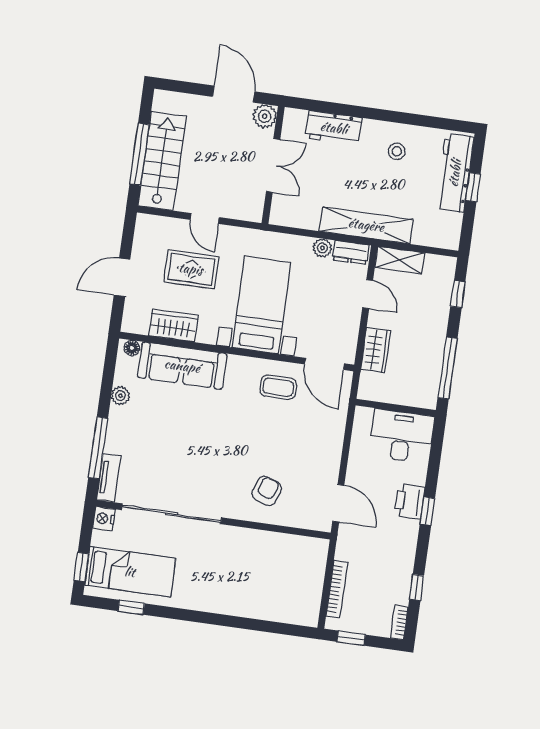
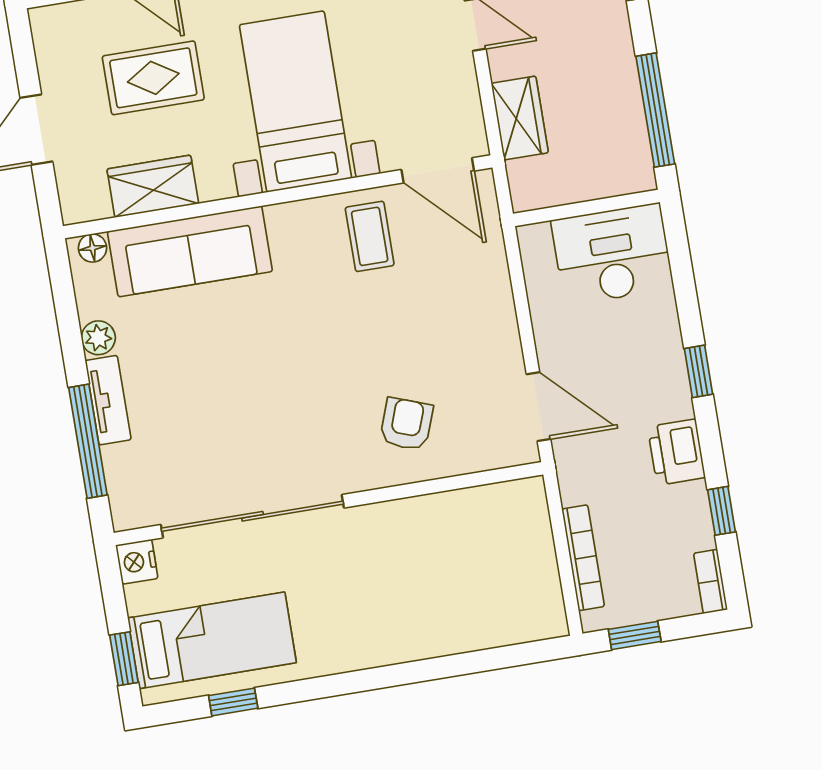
coffee table: (278, 387) -> (370, 236), turned 90
tv unit: (109, 478) -> (108, 400), moved
printer: (410, 501) -> (677, 452), moved

